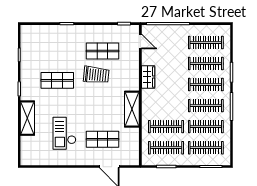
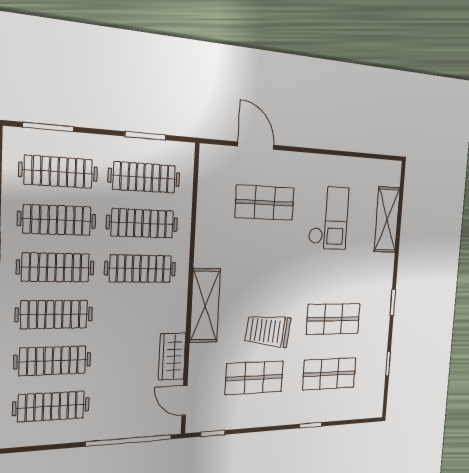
shop shelf: (57, 51) -> (329, 374), added
wardrobe: (148, 77) -> (172, 356), moved
clothes rail: (166, 106) -> (140, 269), added
shelving: (132, 109) -> (205, 305), moved
shelving: (27, 118) -> (387, 220), moved

